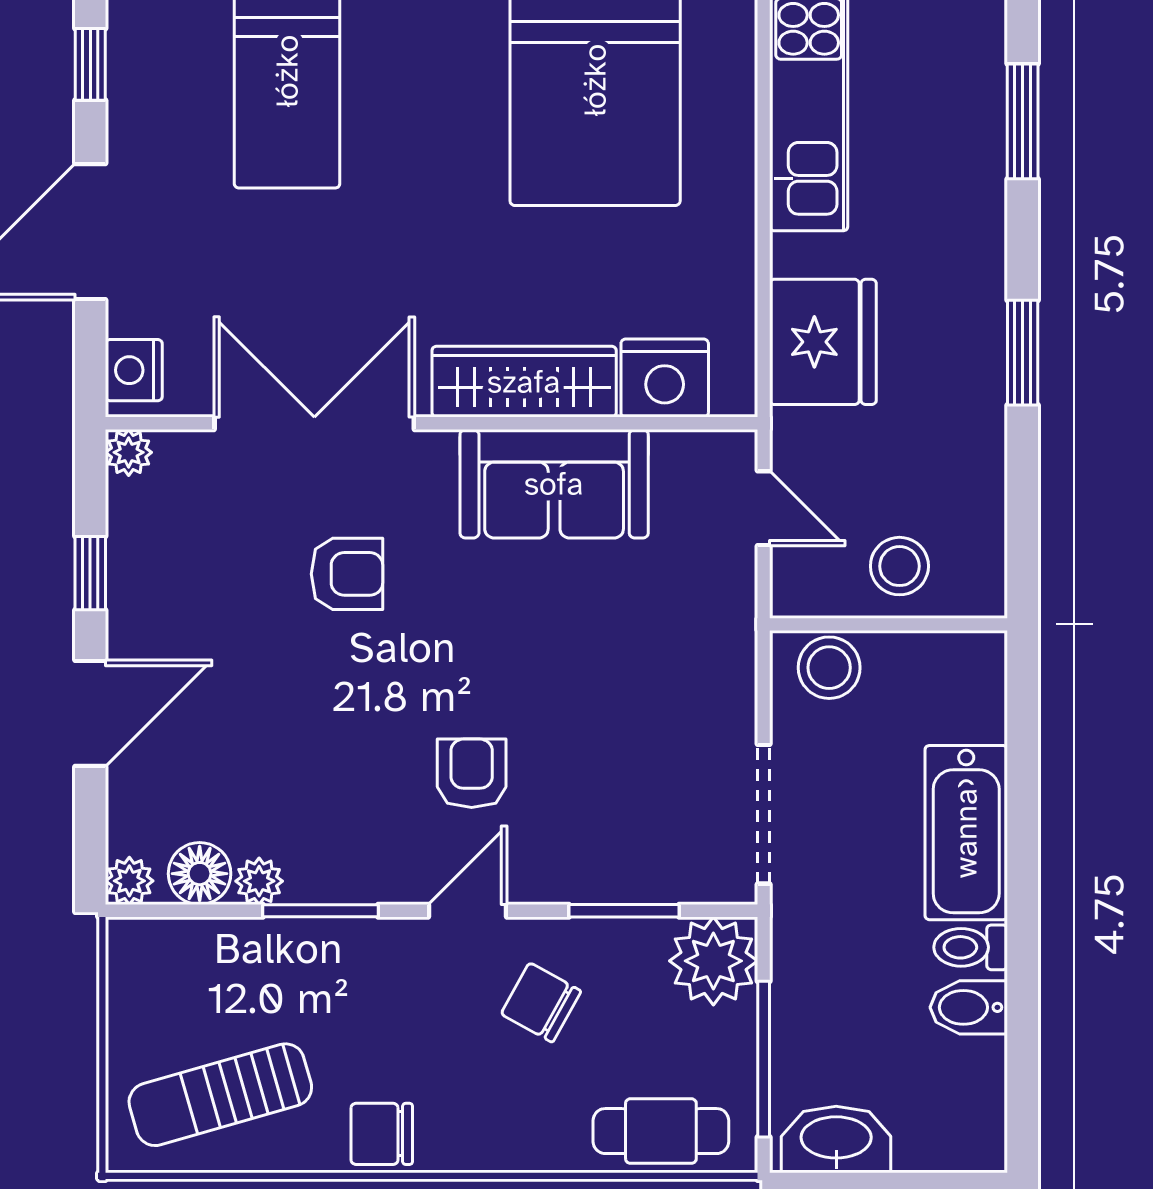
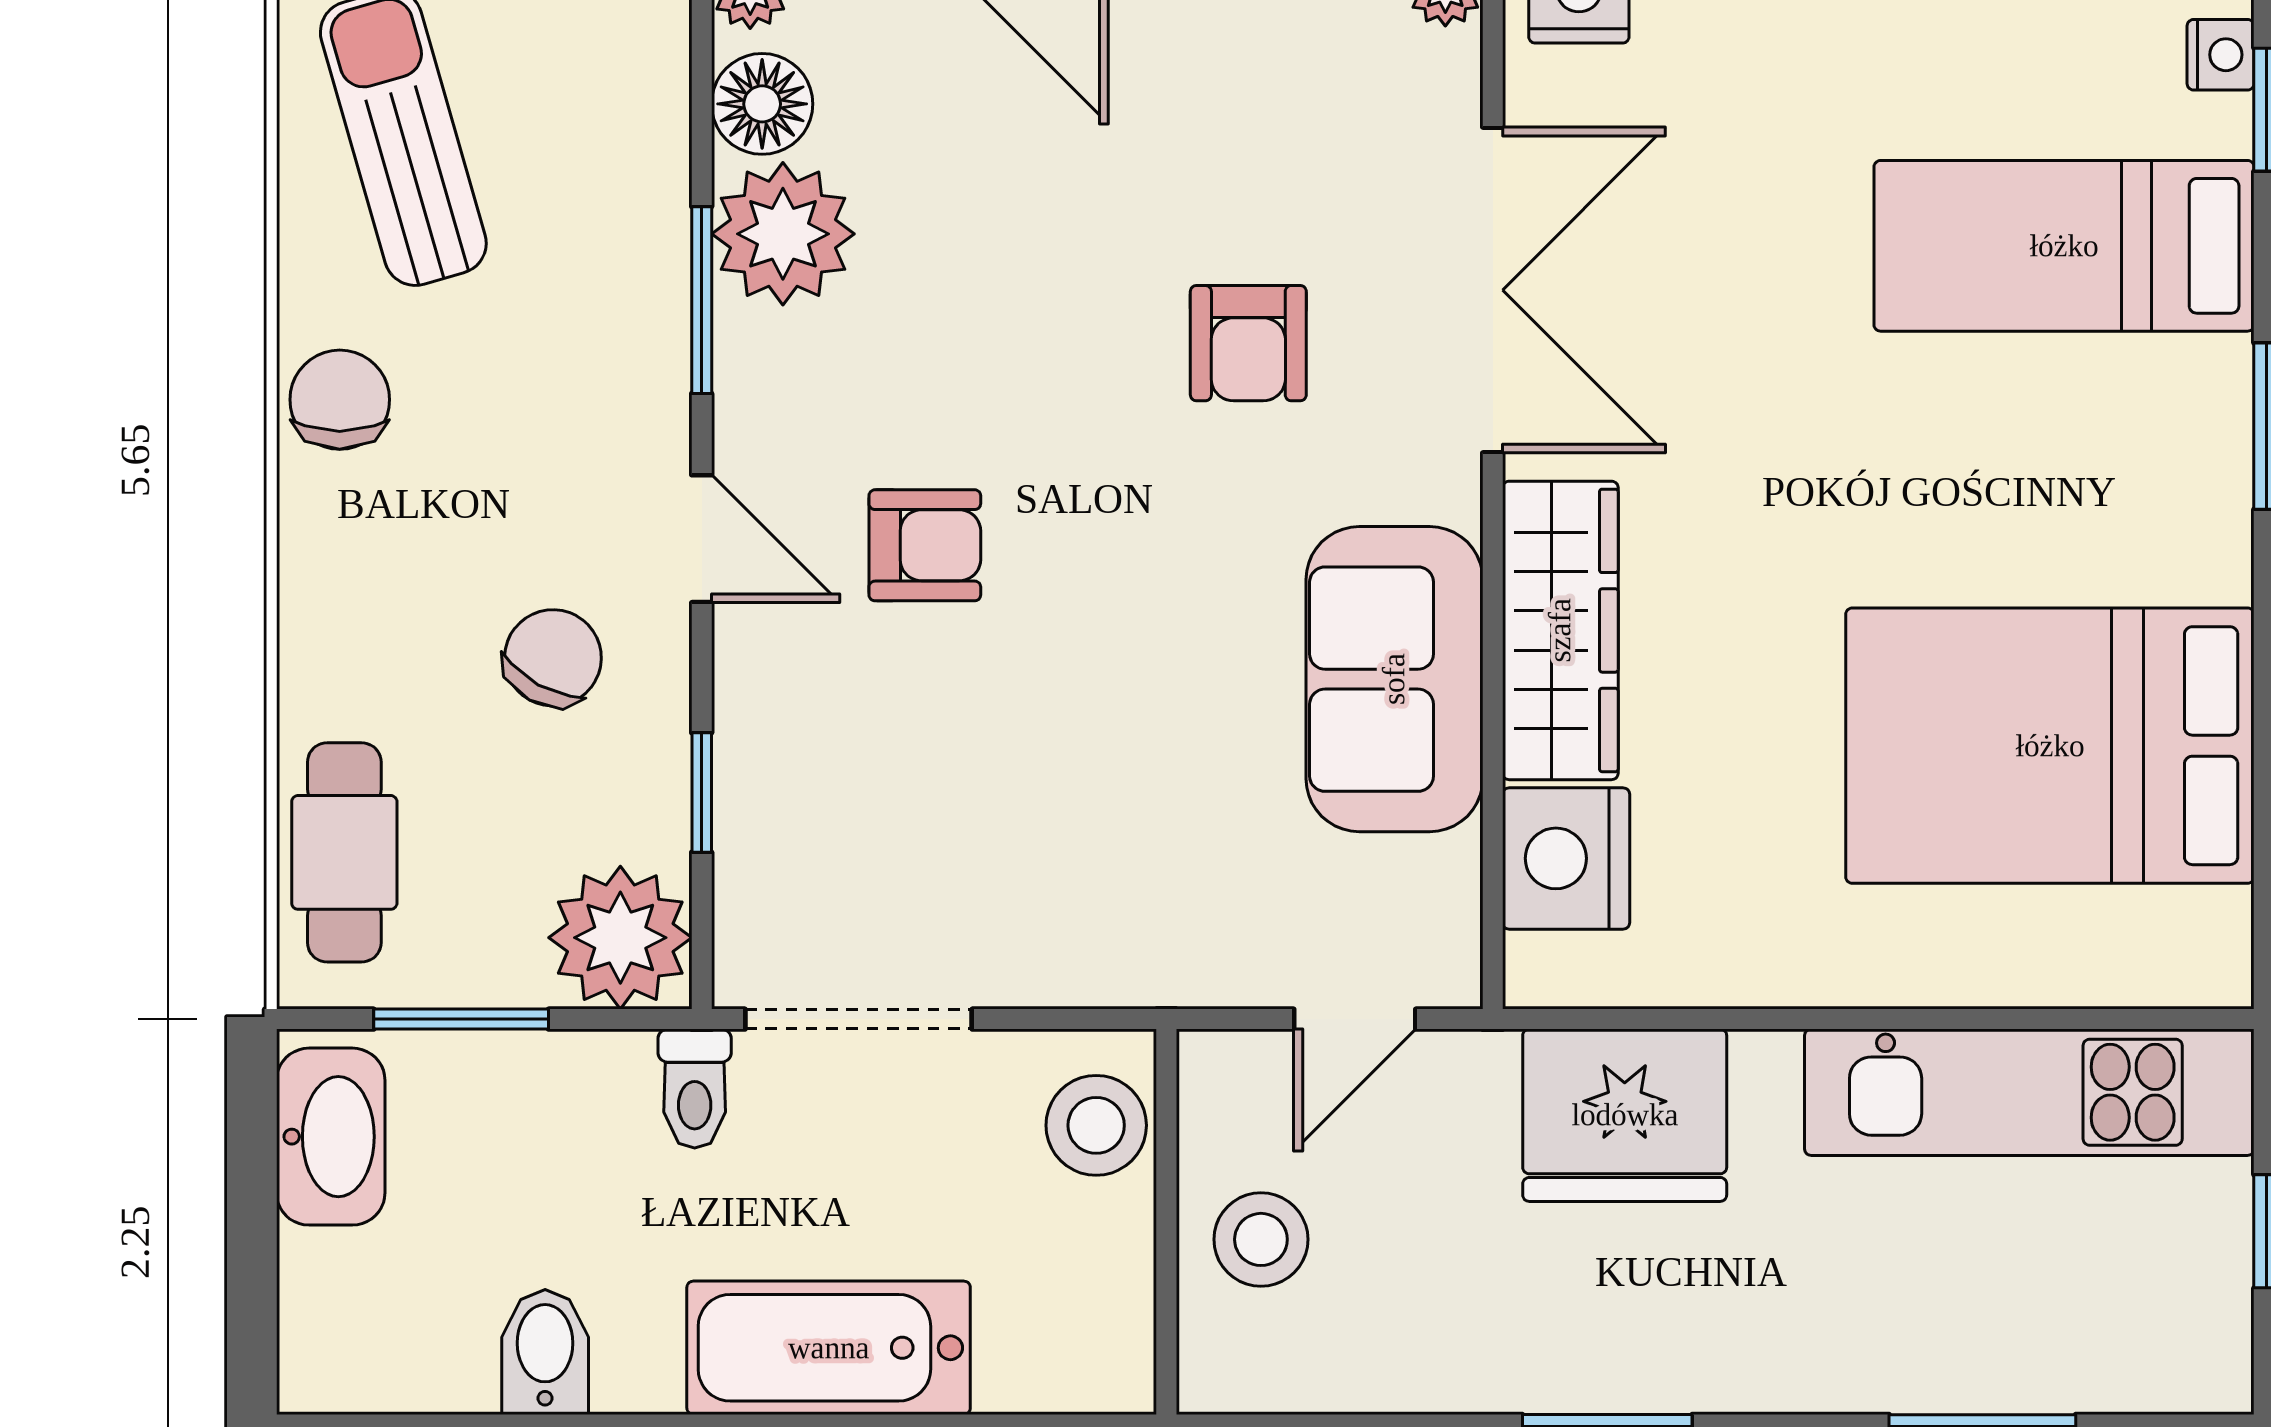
plant: (259, 881) -> (783, 234), width x1.87, depth x1.87
window: (624, 911) -> (702, 792), width x0.67
toilet: (971, 947) -> (695, 1089), moved, turned 180
window: (764, 1059) -> (461, 1019), width x0.69

